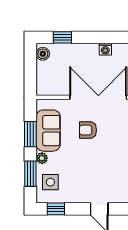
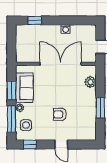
boiler: (43, 54) -> (20, 32), removed
armchair: (88, 130) -> (60, 114), moved
window: (30, 174) -> (11, 119), width x1.44

